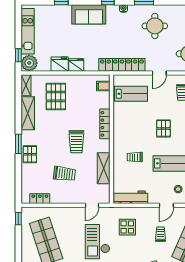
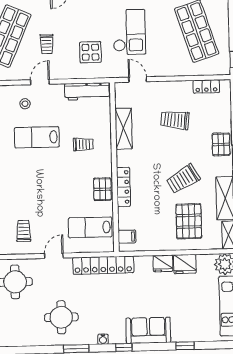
pallet: (163, 128) -> (103, 189), moved
trolley: (76, 142) -> (183, 179), moved, turned -120
door: (92, 205) -> (138, 79), hinge flipped

